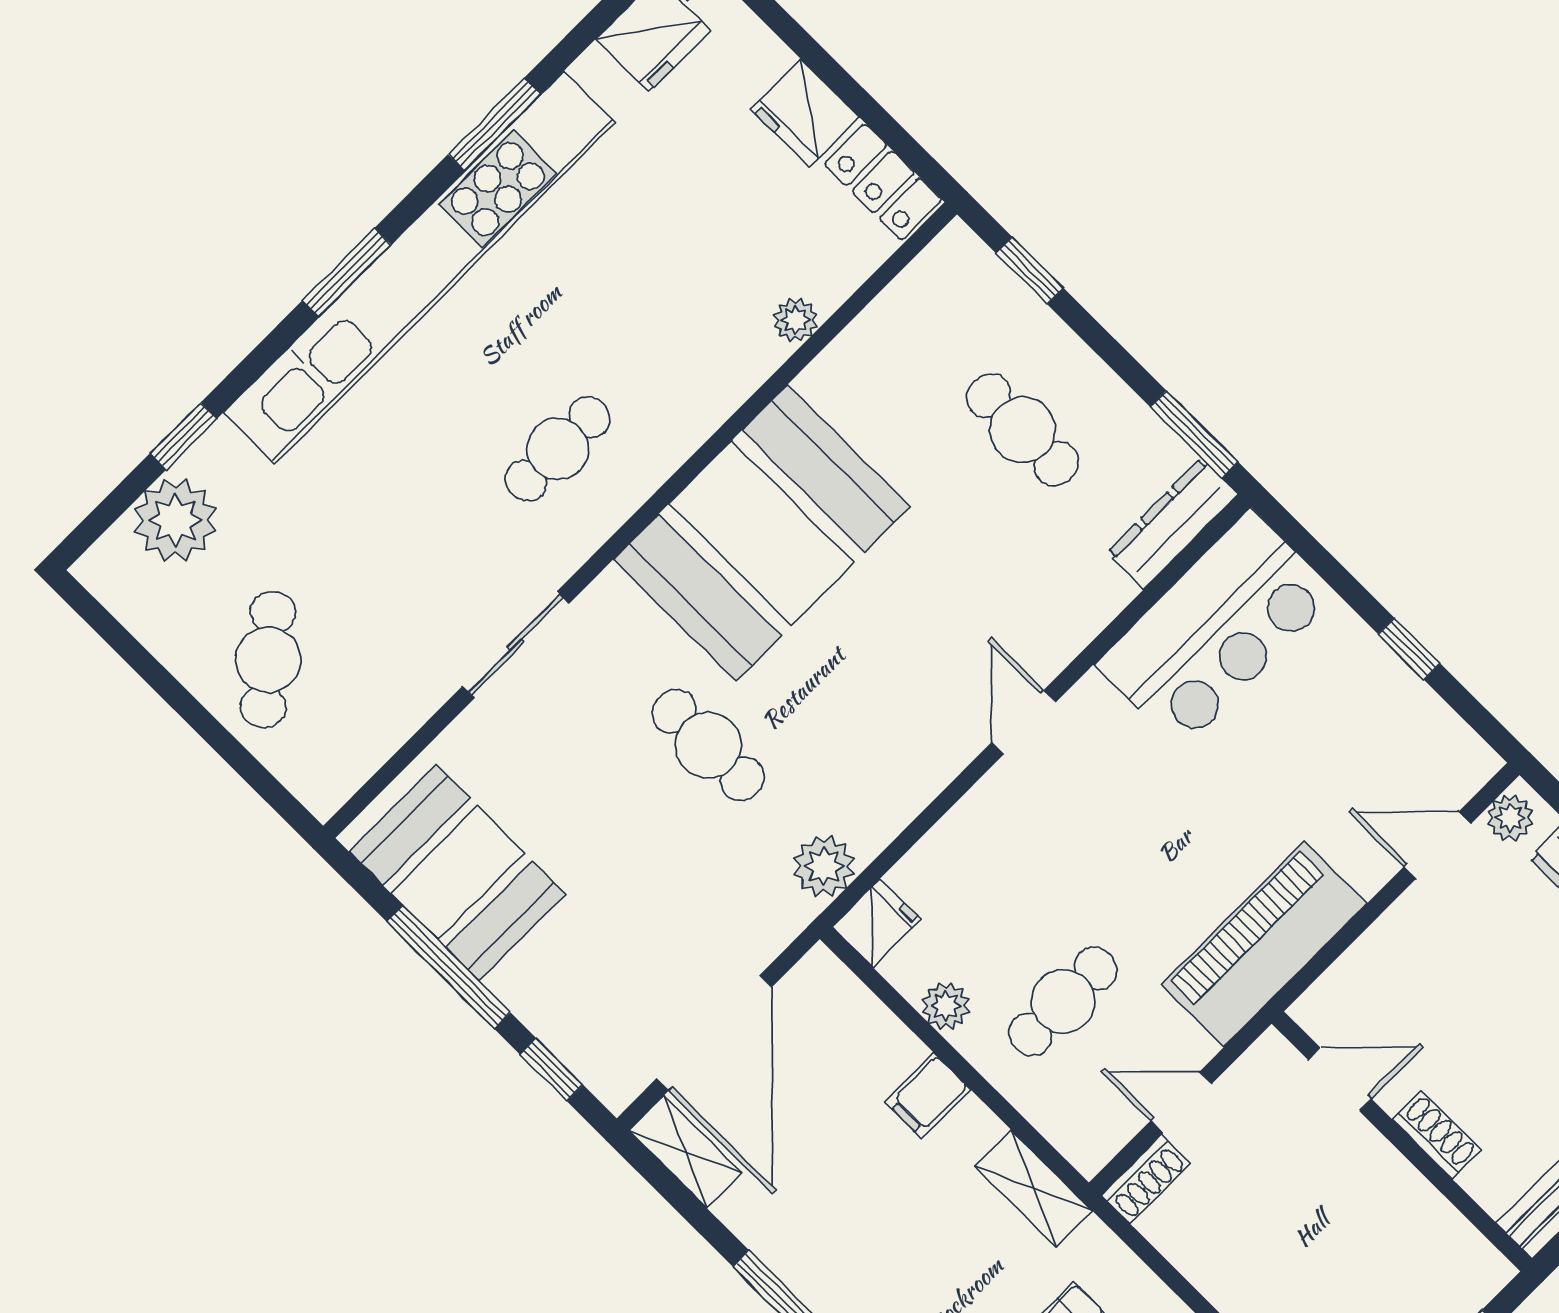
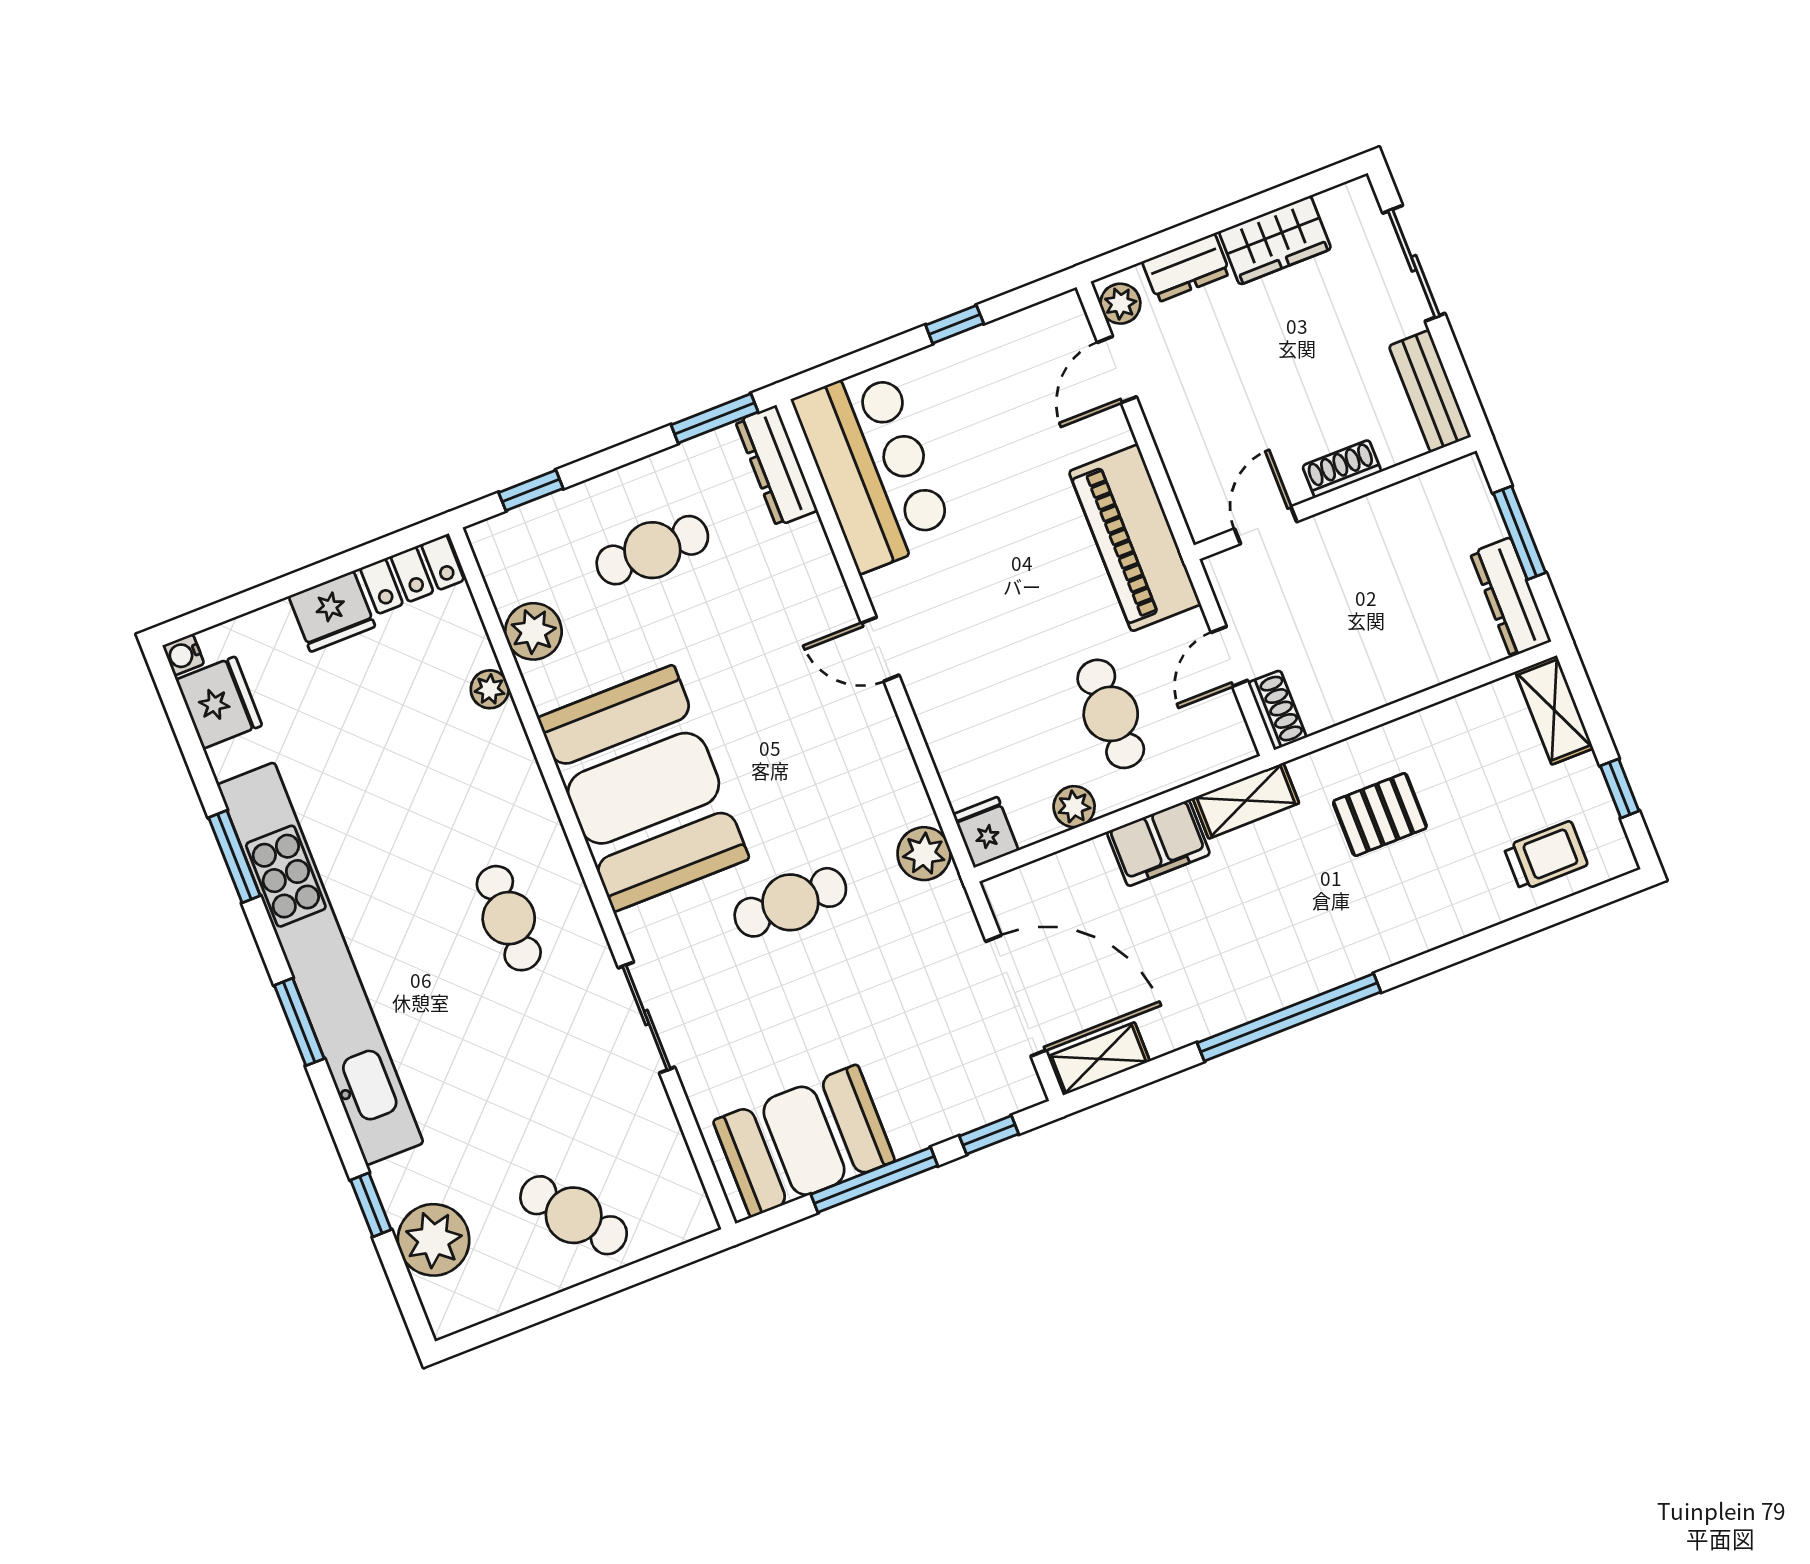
plant: (879, 340) -> (533, 631), added
filing cabinet: (928, 1096) -> (1158, 843), width x2.00

